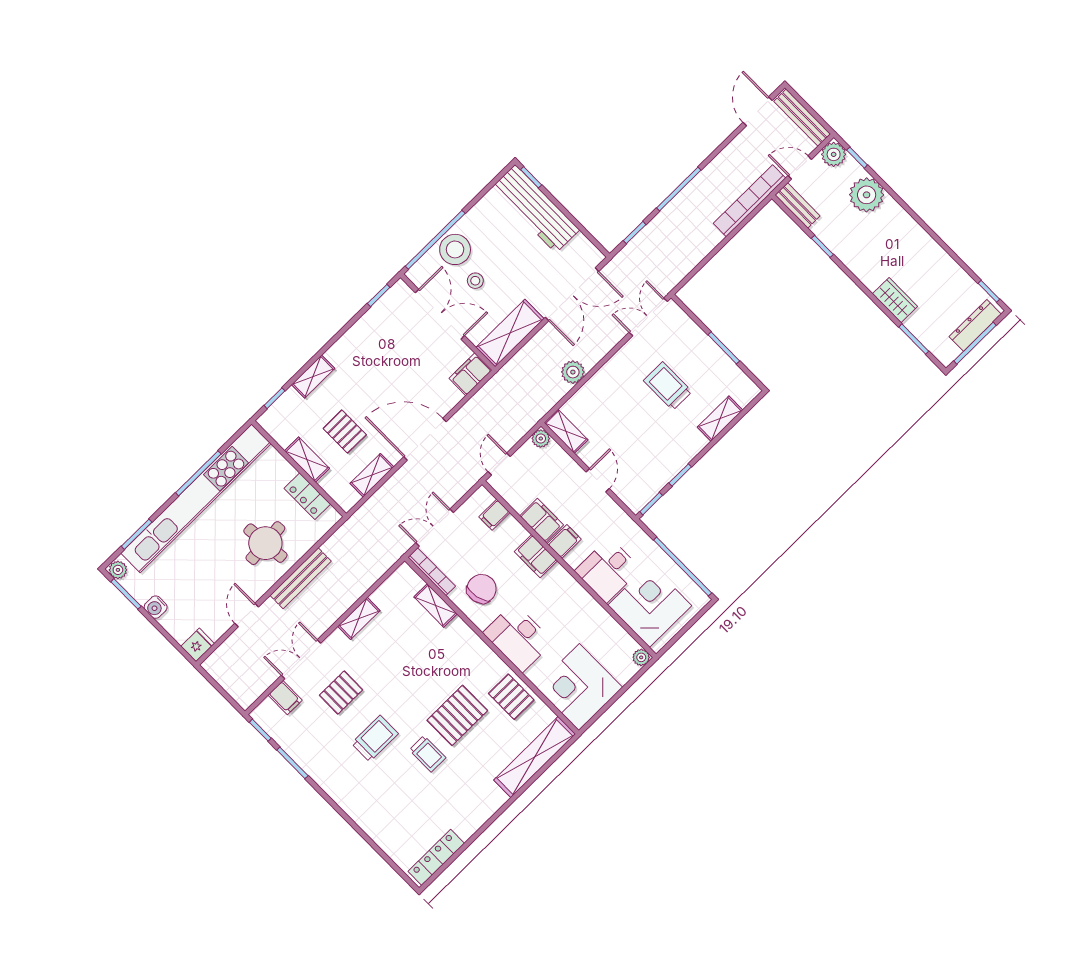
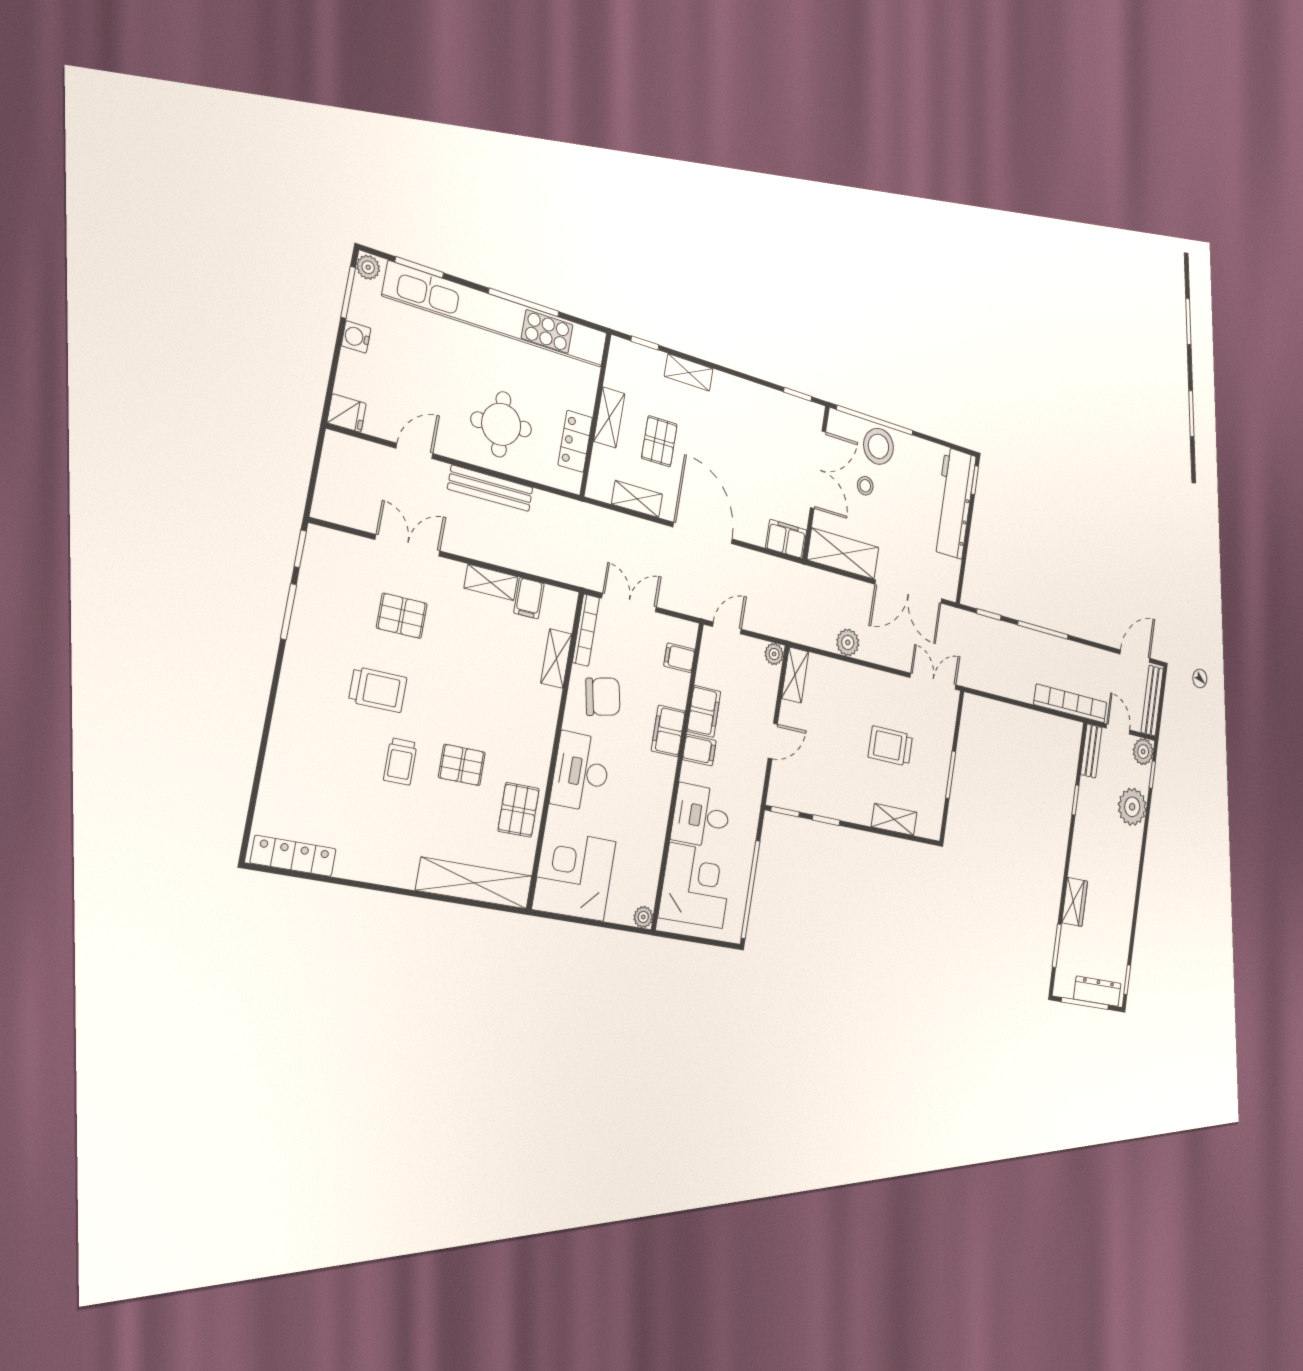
trolley: (668, 386) -> (890, 746), turned -90
filing cabinet: (285, 698) -> (529, 598), moved
pallet: (457, 715) -> (462, 765), width x0.67, depth x0.71

